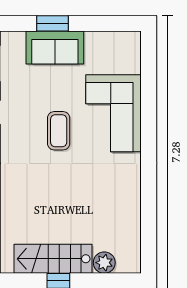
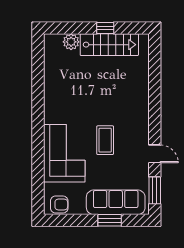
armchair: (120, 44) -> (59, 205), added
sofa: (55, 47) -> (116, 202), width x1.36

